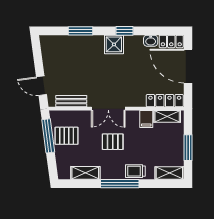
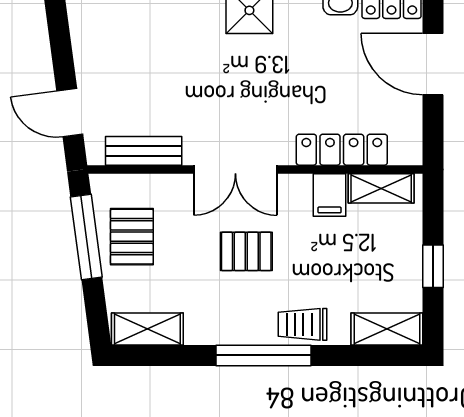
door: (188, 66) -> (433, 64), width x0.73
locker: (165, 101) -> (342, 150), moved
pallet: (67, 136) -> (132, 237), turned 90
window: (188, 148) -> (433, 266), width x0.67
shelving: (85, 173) -> (147, 329), moved

